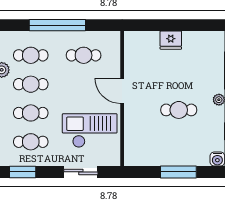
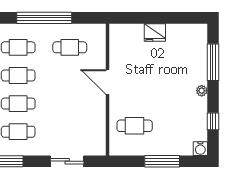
cafe table: (179, 110) -> (135, 126), moved
checkout: (90, 131) -> (76, 121), removed

